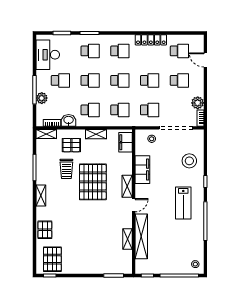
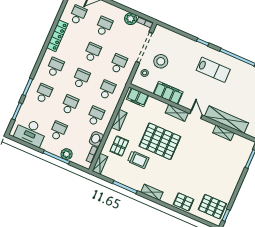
stool: (189, 161) -> (161, 61), moved

